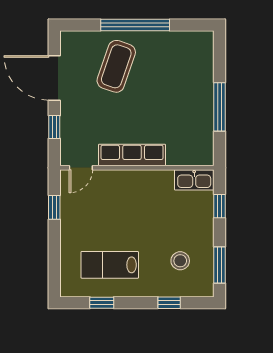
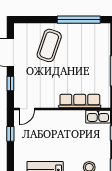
window: (135, 25) -> (79, 20), moved
row of seats: (132, 155) -> (80, 101), moved

